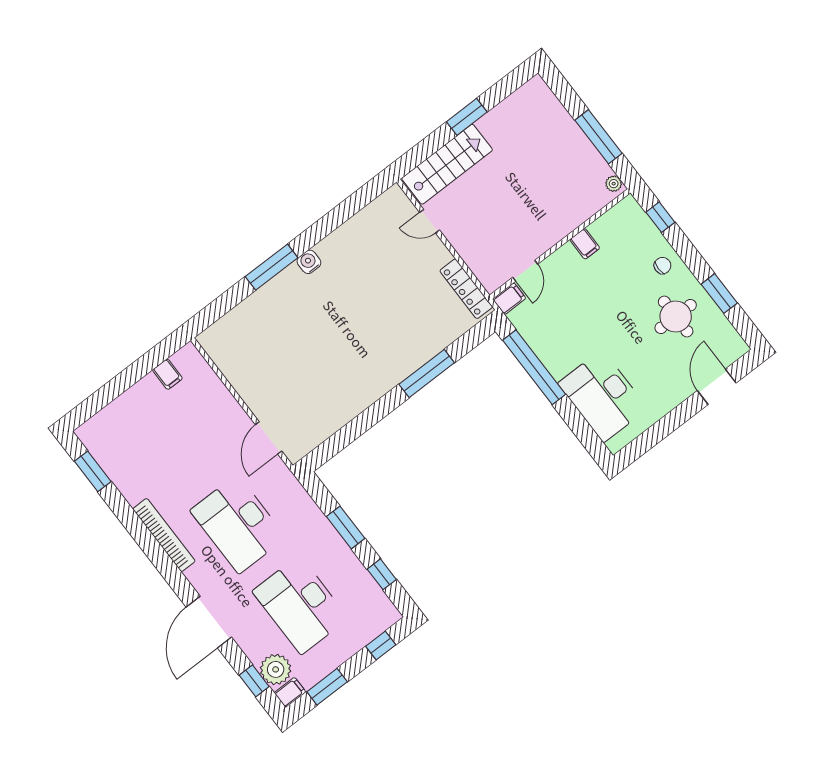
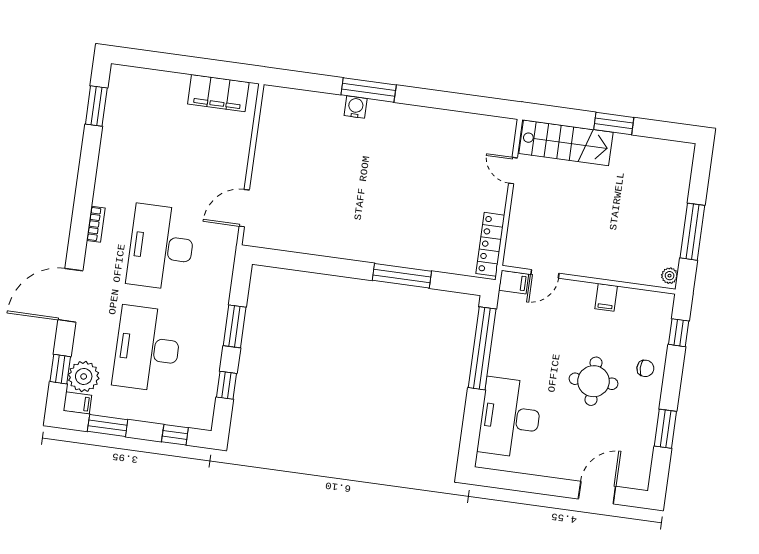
water cooler: (309, 262) -> (356, 107), moved
round table: (676, 316) -> (593, 381), moved
filing cabinet: (168, 374) -> (218, 93), width x3.00, depth x1.17
bookcase: (164, 535) -> (96, 224), width x0.43, depth x0.76

